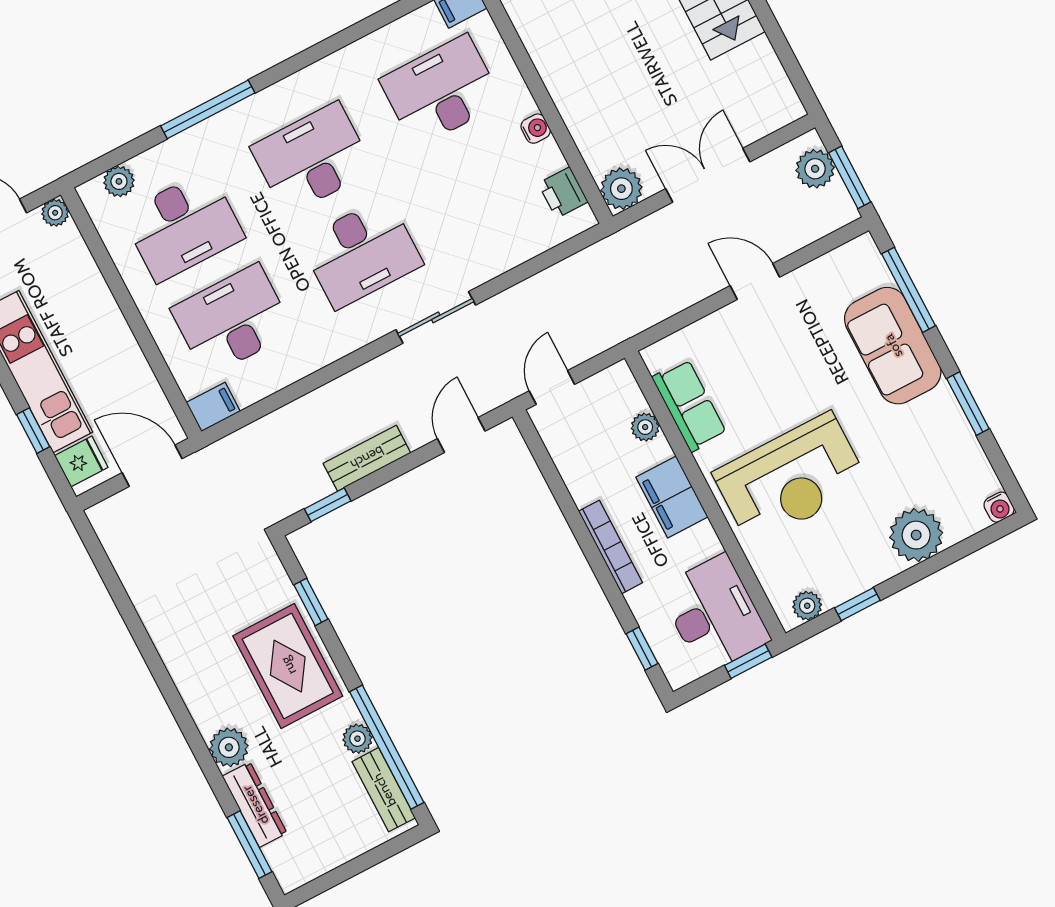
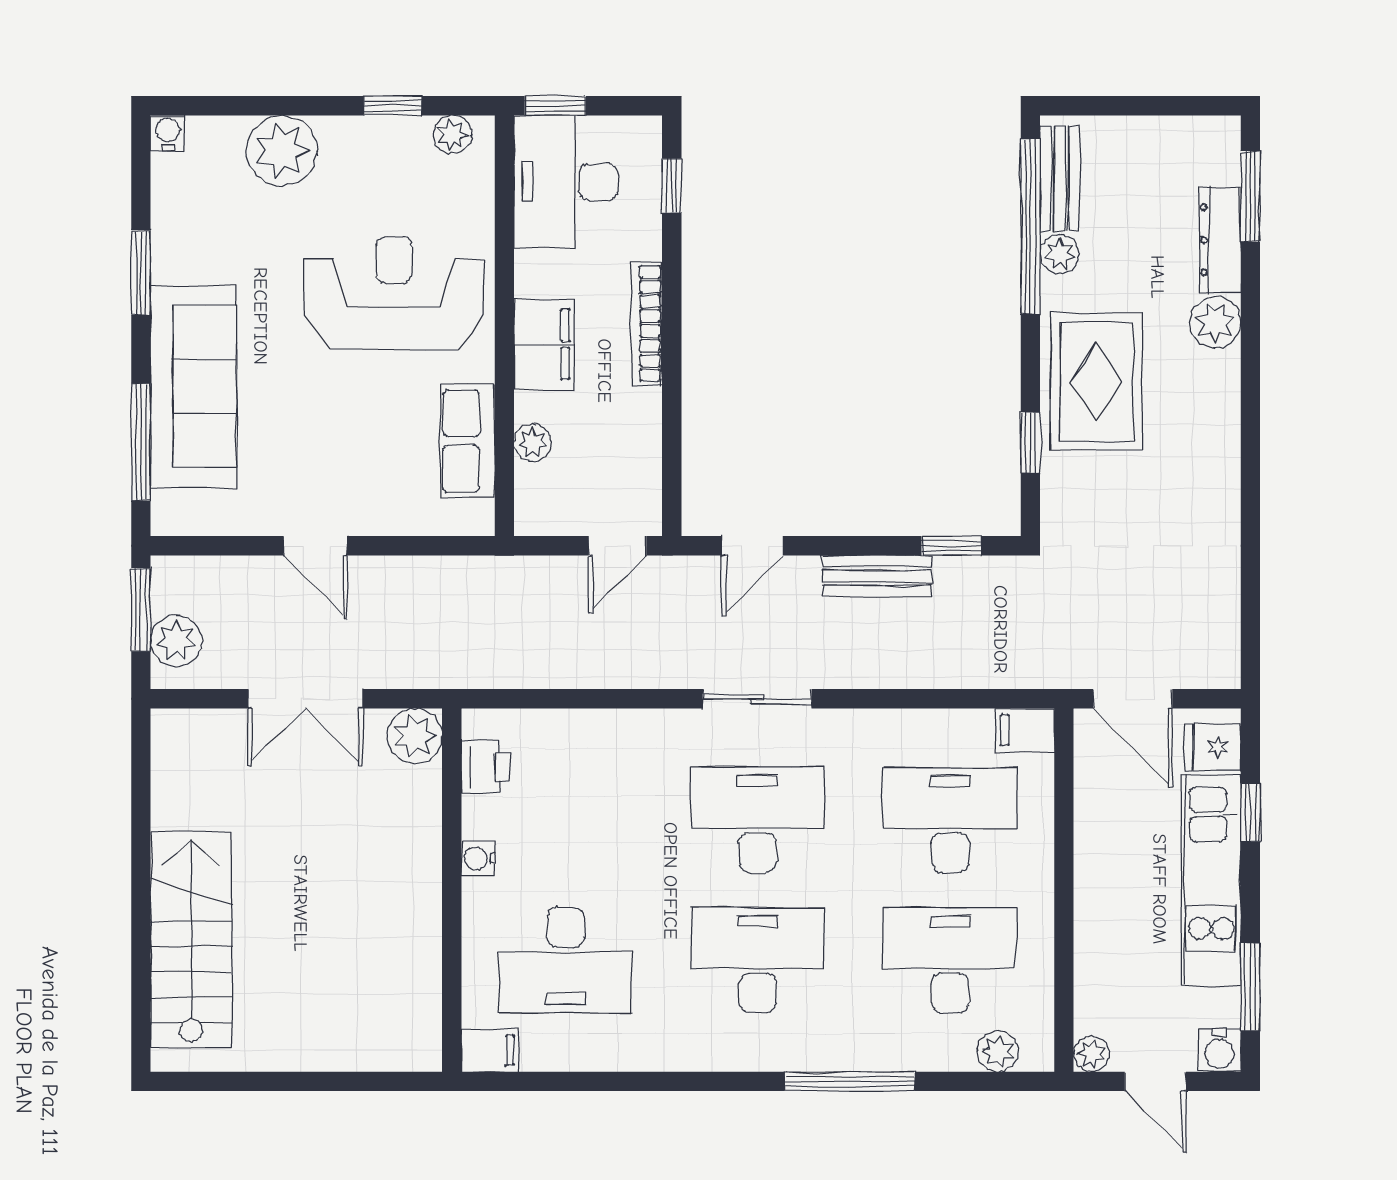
desk: (312, 158) -> (758, 960), turned 180
sliding door: (436, 317) -> (757, 699), moved
desk: (232, 320) -> (950, 820), turned 180
sofa: (893, 346) -> (193, 386), width x1.36

